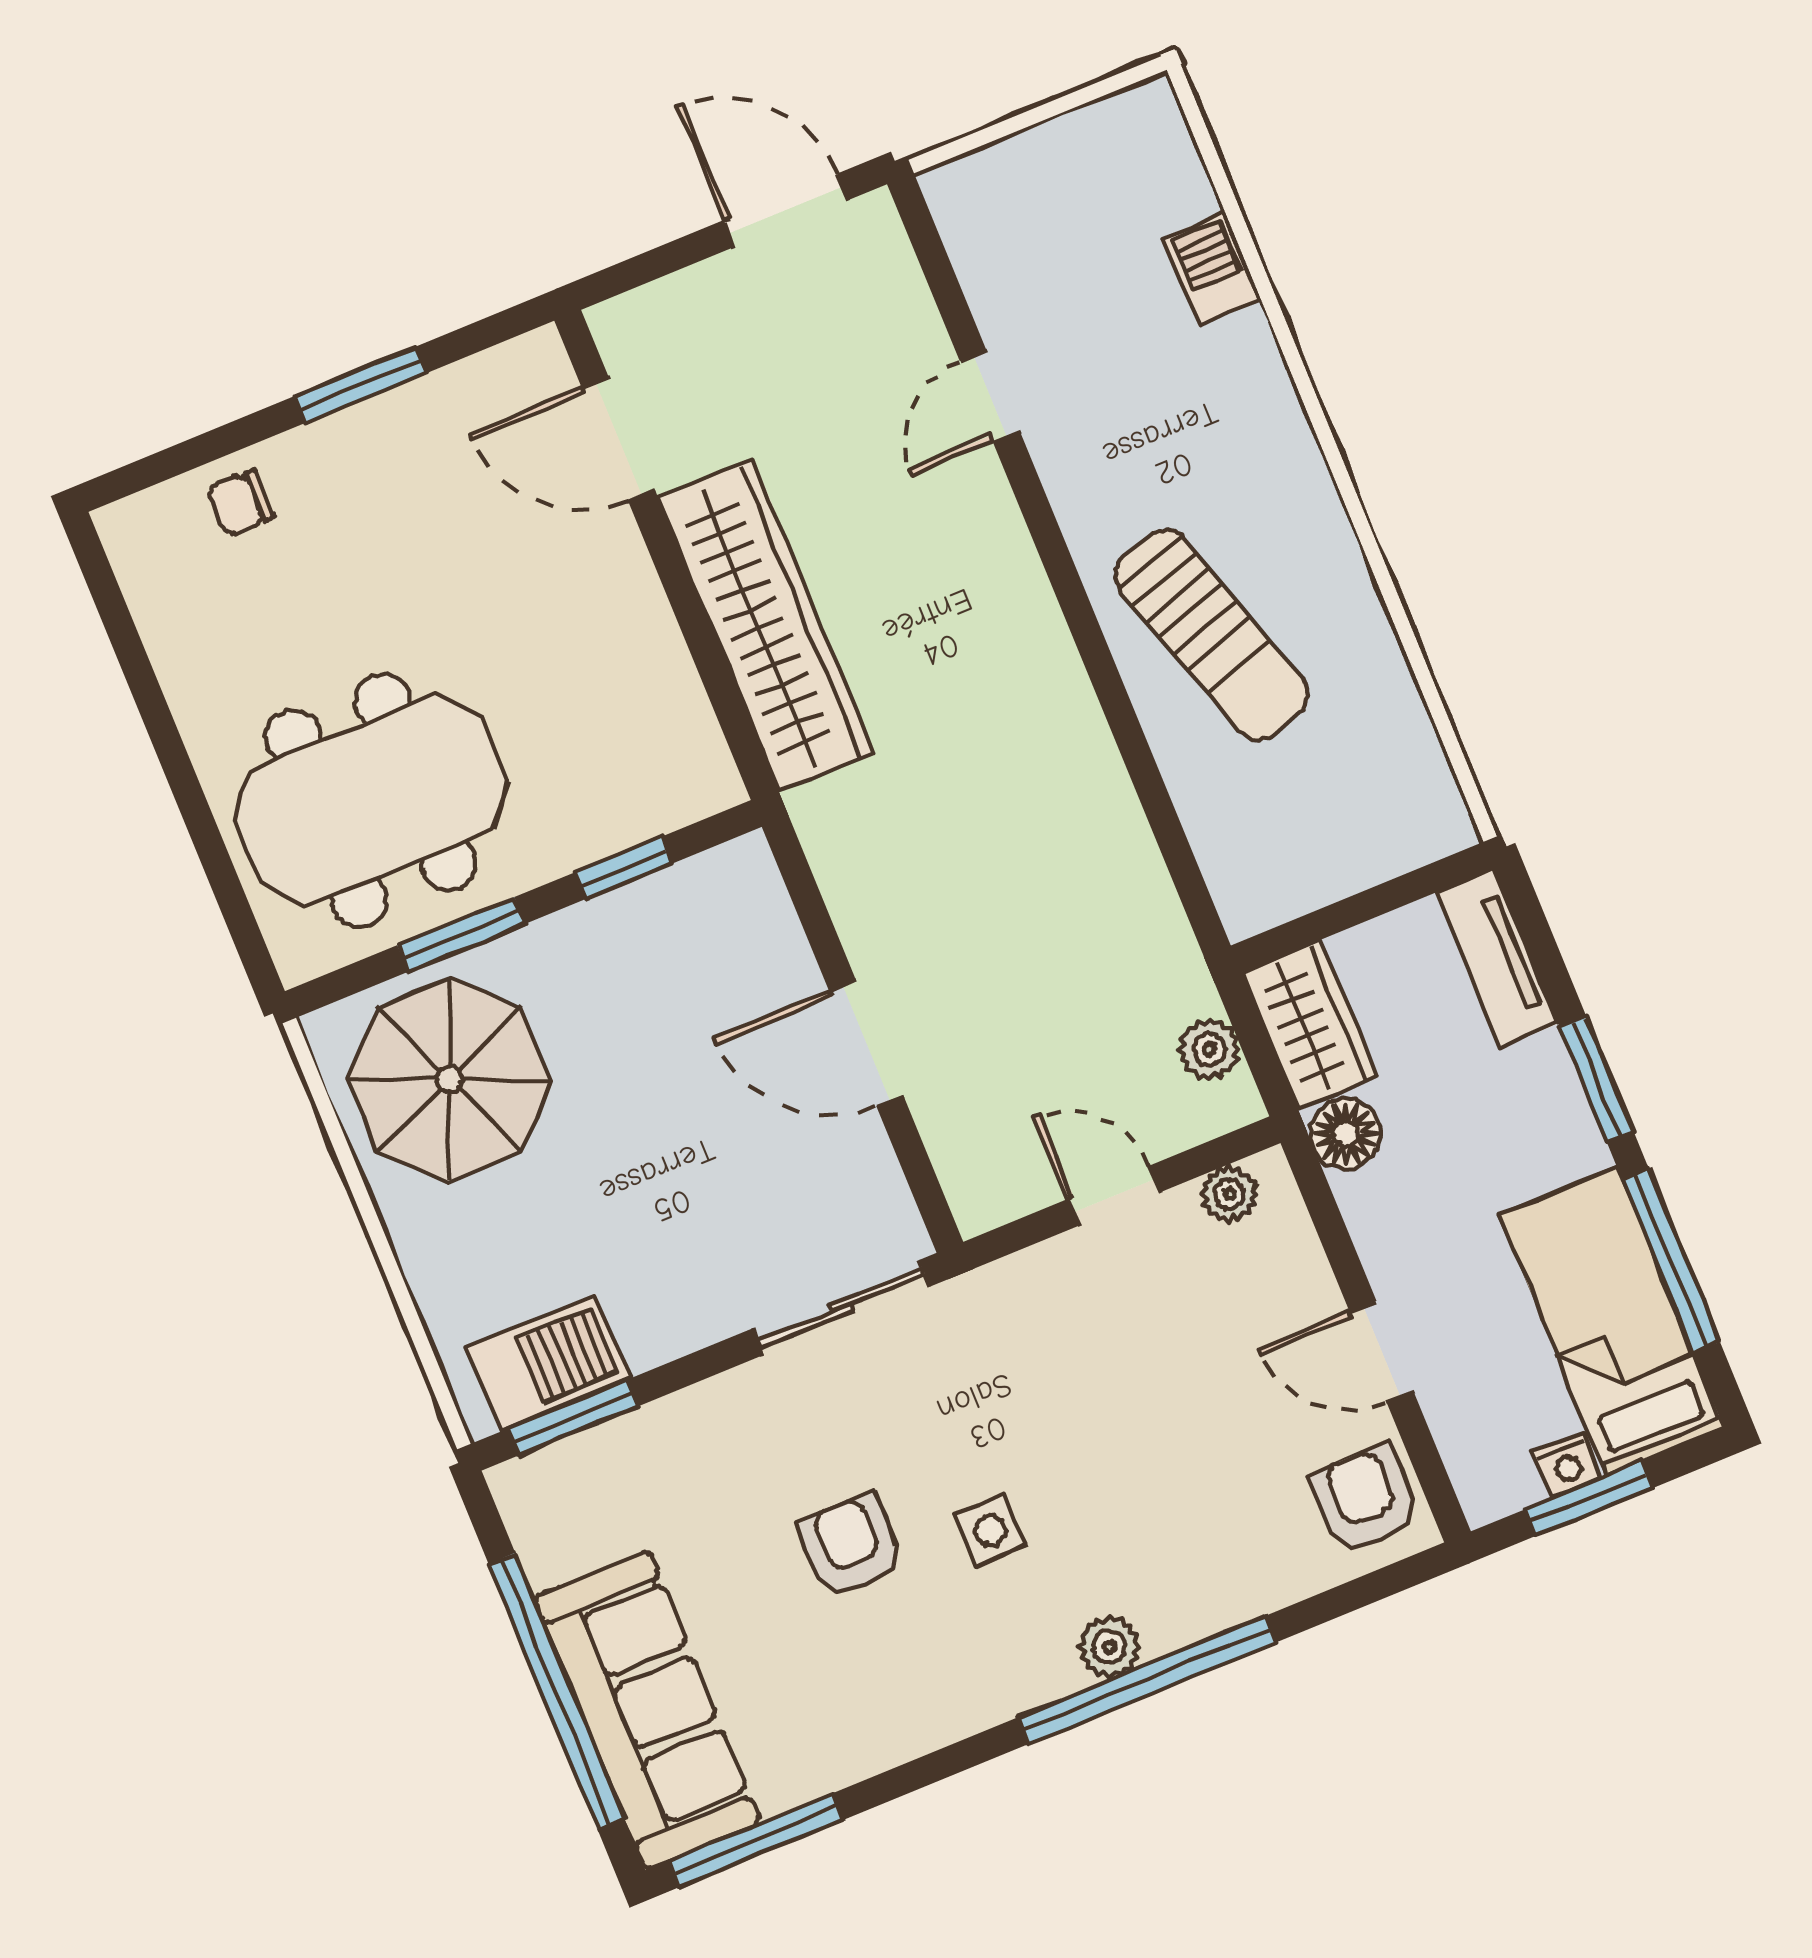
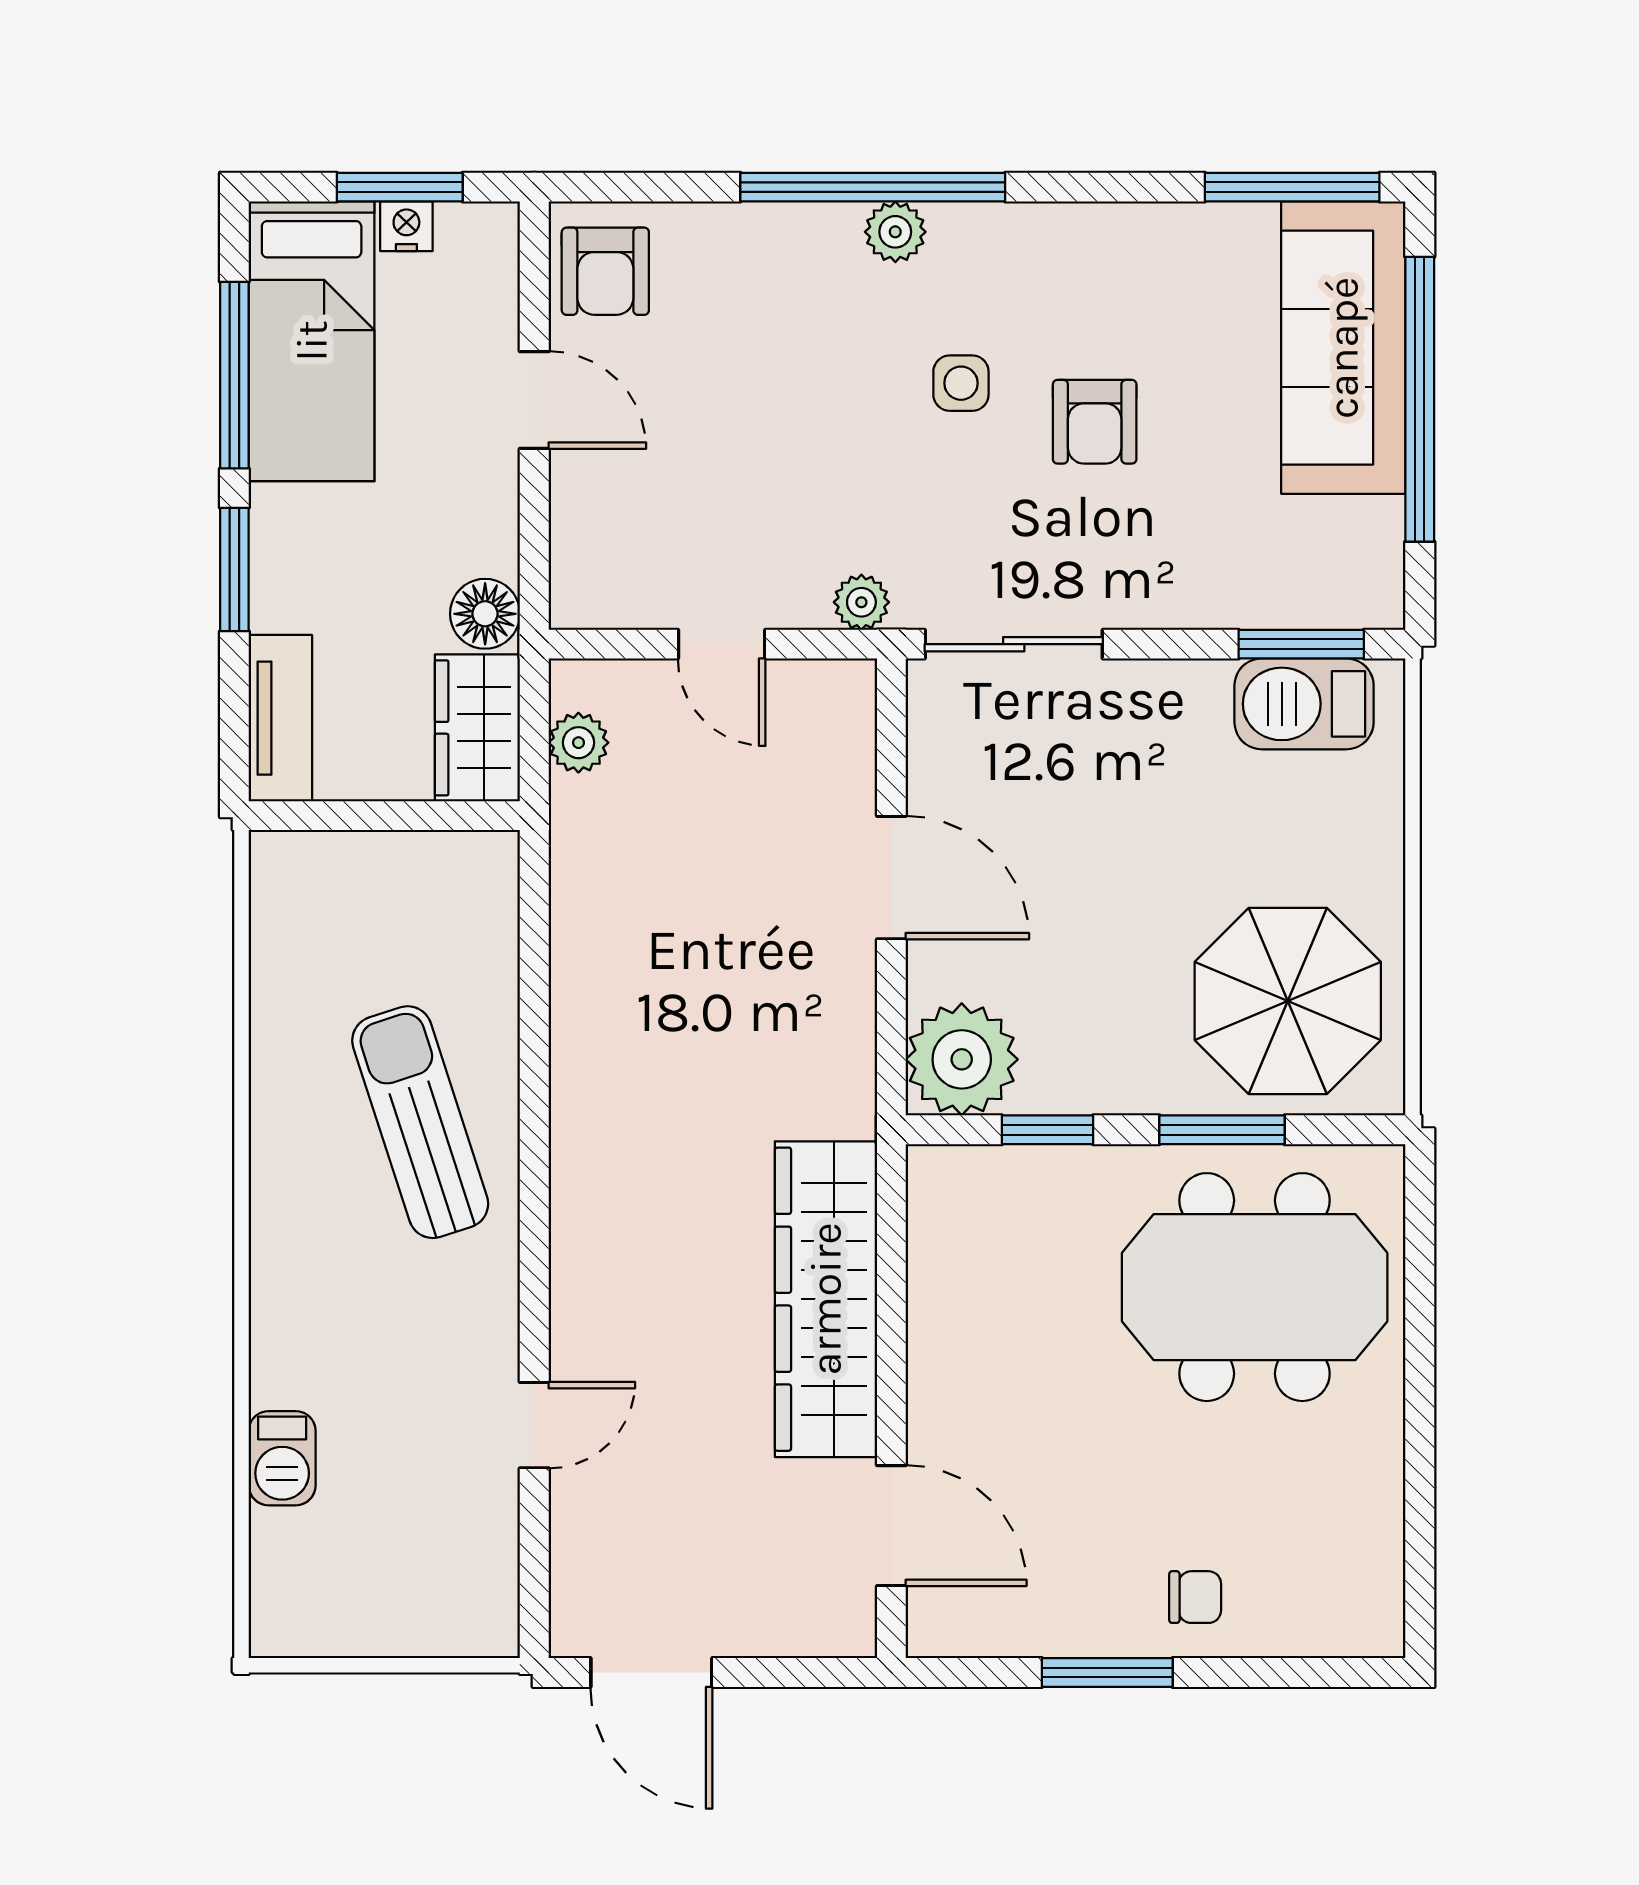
chair: (240, 503) -> (1195, 1597), moved
plant: (731, 901) -> (962, 1059), added
plant: (1229, 1194) -> (861, 602), moved

